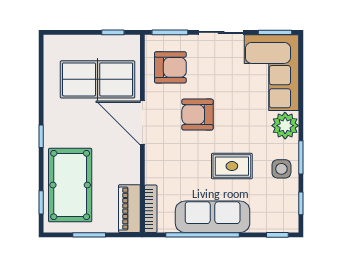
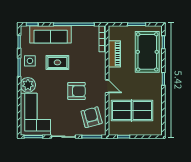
armchair: (170, 67) -> (92, 117), turned 75
door: (142, 123) -> (107, 86), width x0.53
piano: (129, 209) -> (114, 54), moved
sofa: (213, 217) -> (51, 34), moved

